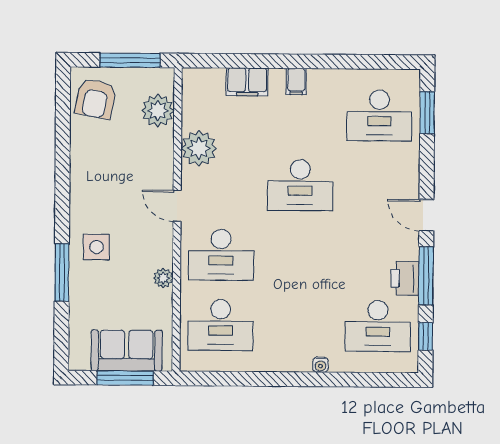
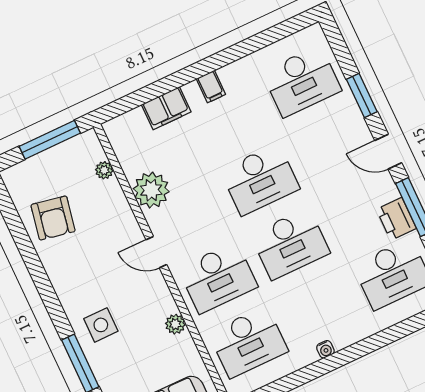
armchair: (96, 99) -> (53, 218), moved
plant: (158, 111) -> (104, 170), width x0.53, depth x0.53
window: (427, 113) -> (362, 95), moved
desk: (300, 255) -> (290, 244), added
water cooler: (321, 365) -> (325, 349), moved

